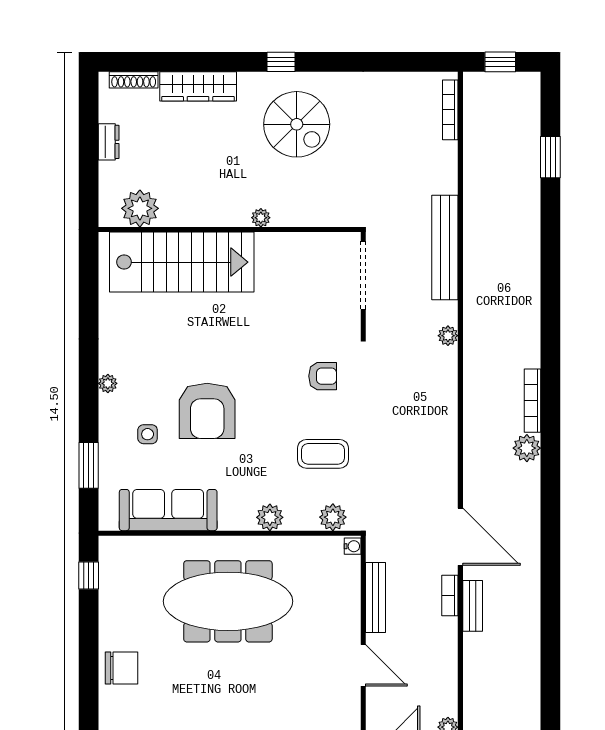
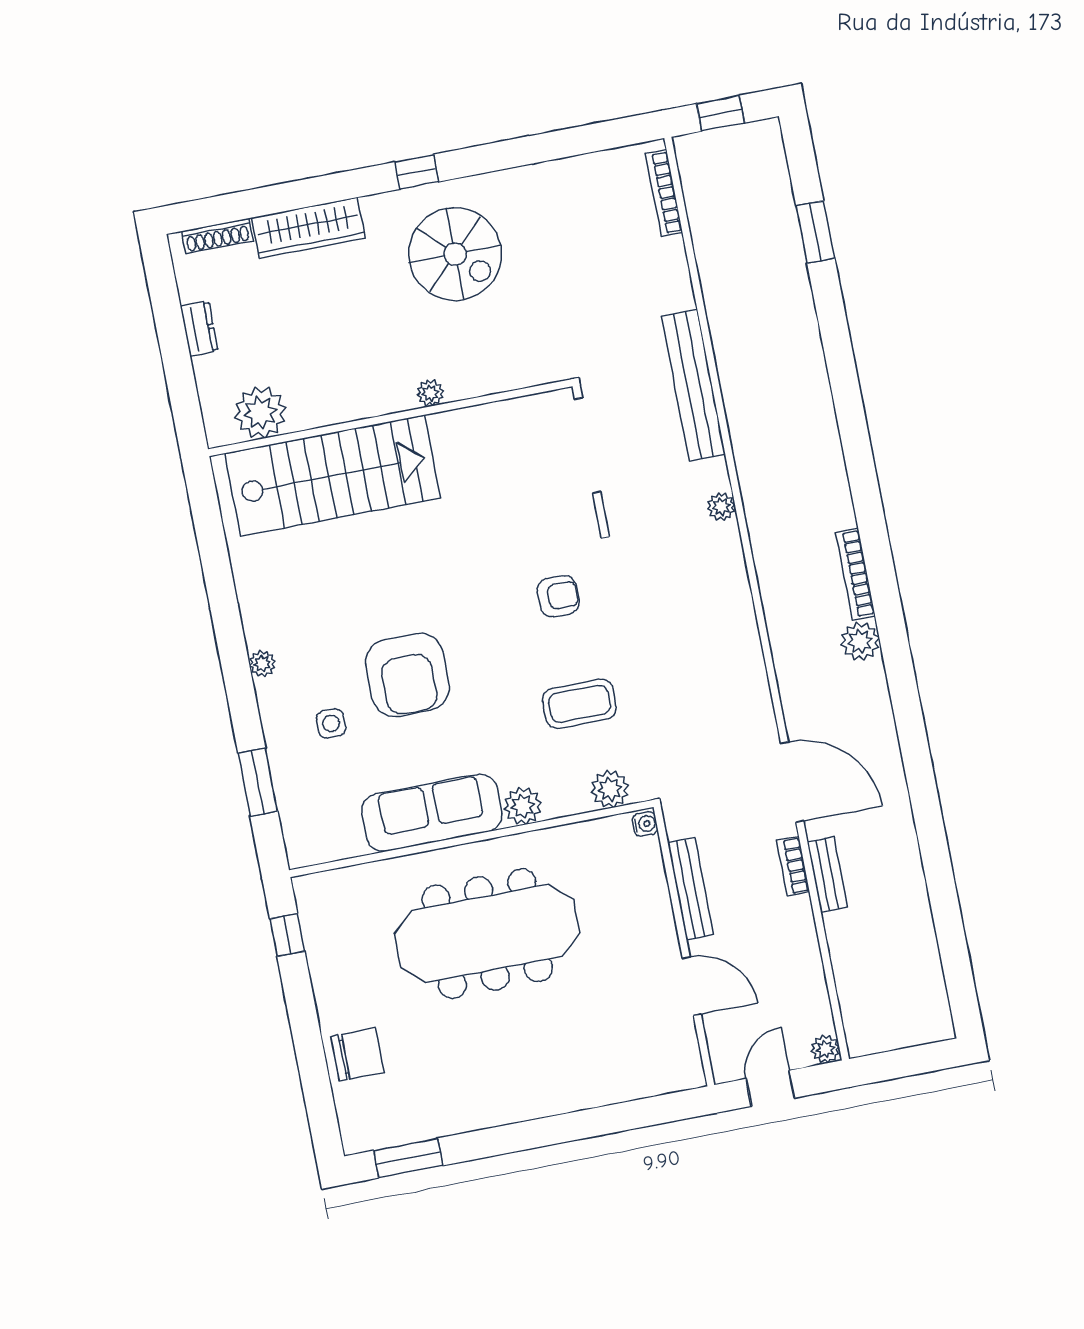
sofa: (168, 510) -> (432, 813), moved

